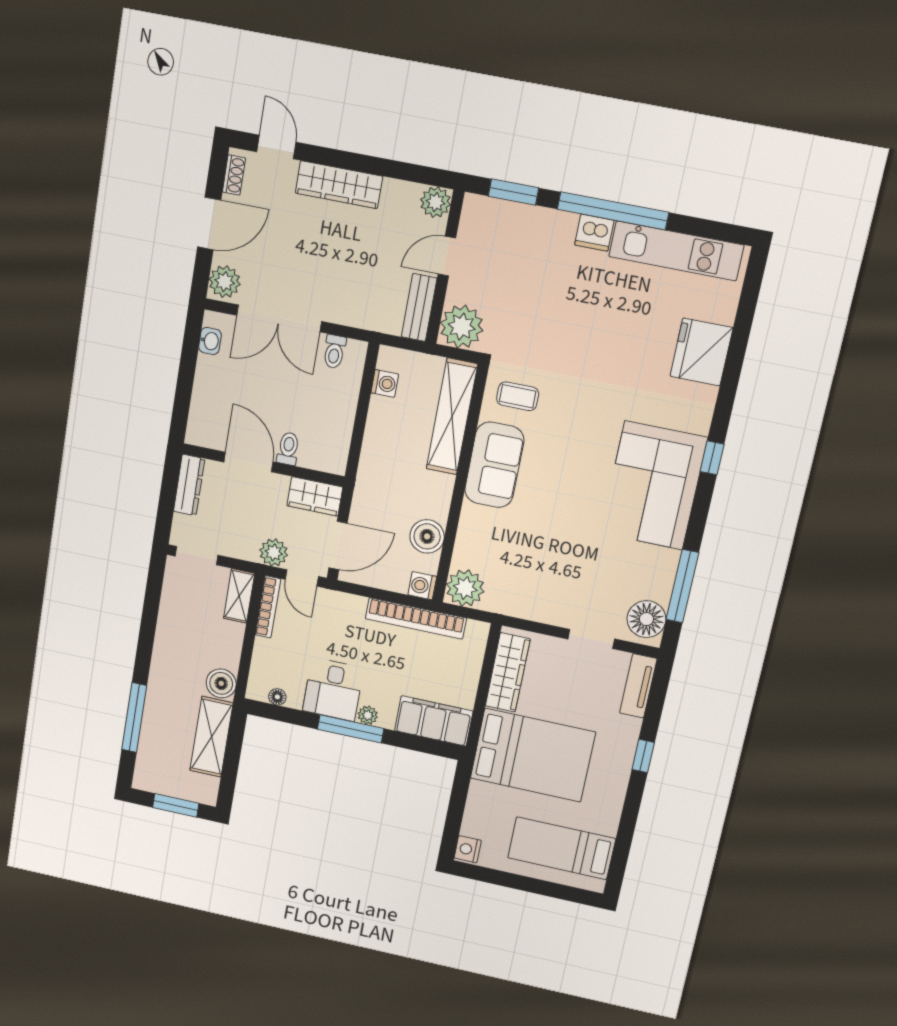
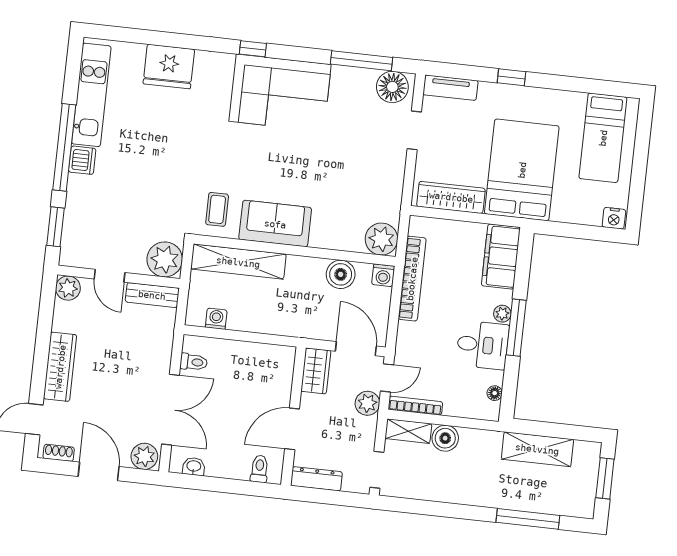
toilet: (288, 449) -> (259, 469), moved, turned 90
boiler: (221, 683) -> (445, 438), moved

